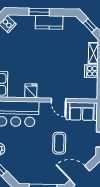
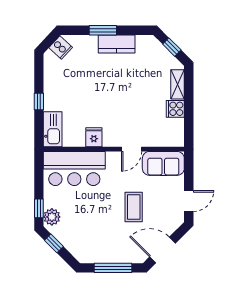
door: (59, 100) -> (132, 149), hinge flipped

